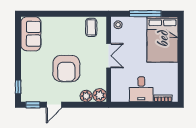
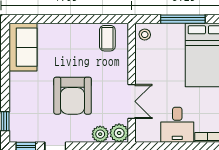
double door: (109, 56) -> (132, 101), moved

